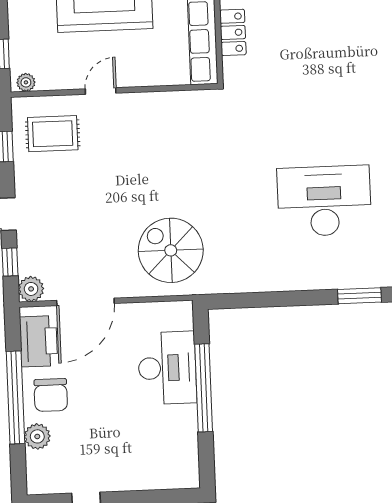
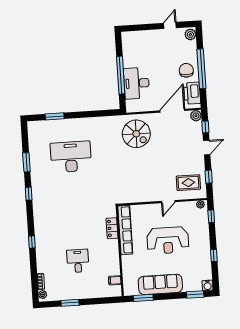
desk: (324, 201) -> (71, 157), turned 180
plant: (37, 436) -> (190, 34), moved

